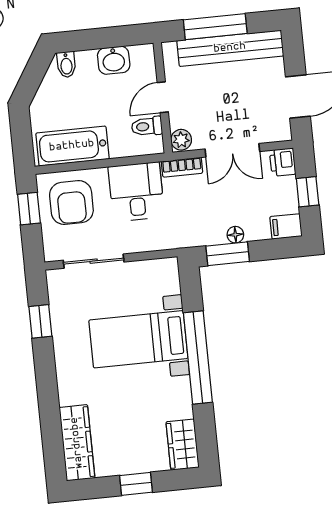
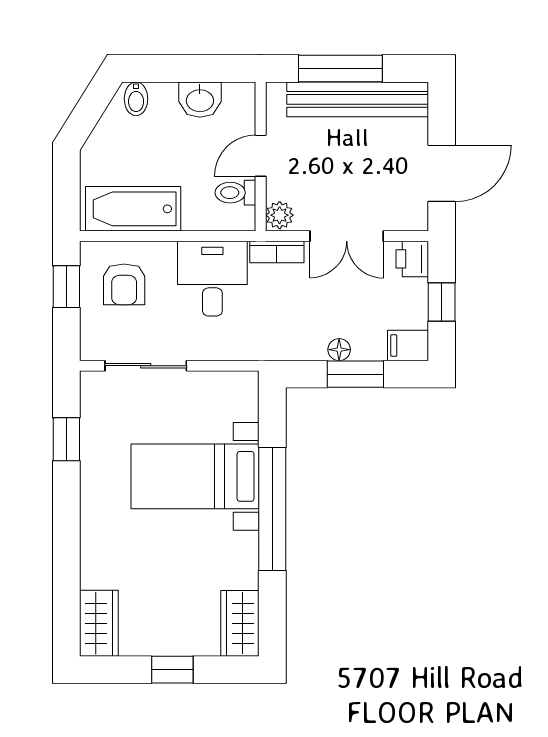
armchair: (71, 203) -> (124, 284), width x0.72, depth x0.72
window: (228, 254) -> (355, 374), moved
wardrobe: (77, 443) -> (99, 623), width x0.67

